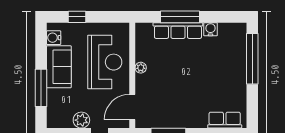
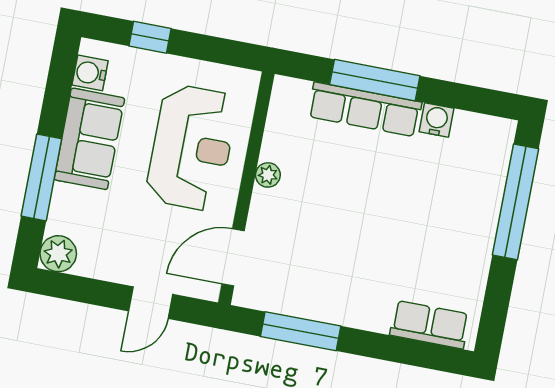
plant: (81, 120) -> (58, 254), moved

